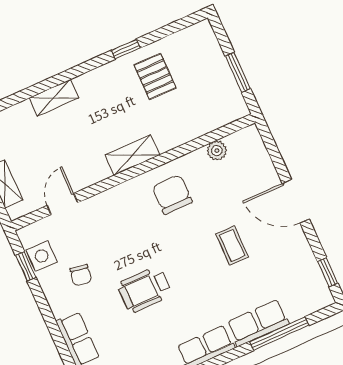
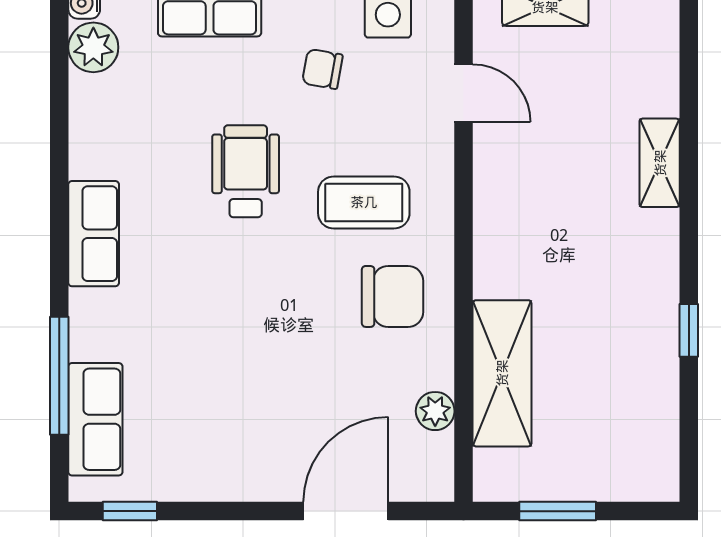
pallet: (155, 76) -> (617, 360), removed
shelving: (132, 155) -> (502, 373), moved, width x1.50, depth x1.33
door: (296, 201) -> (346, 511), moved
coffee table: (232, 245) -> (364, 202), moved, width x1.36, depth x1.30
row of seats: (258, 323) -> (95, 419), moved

